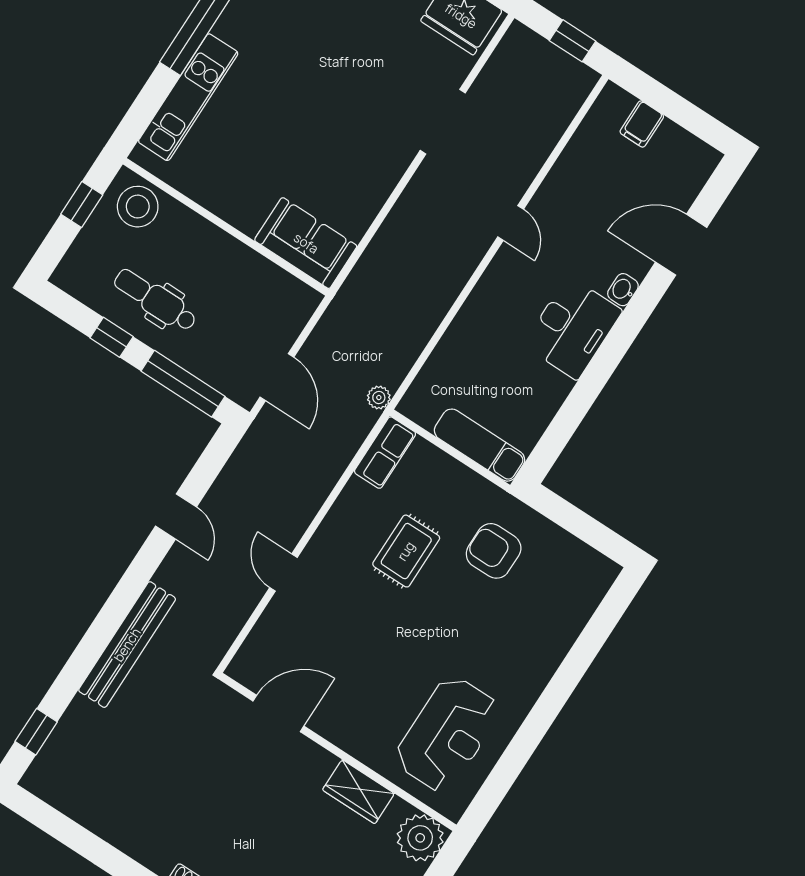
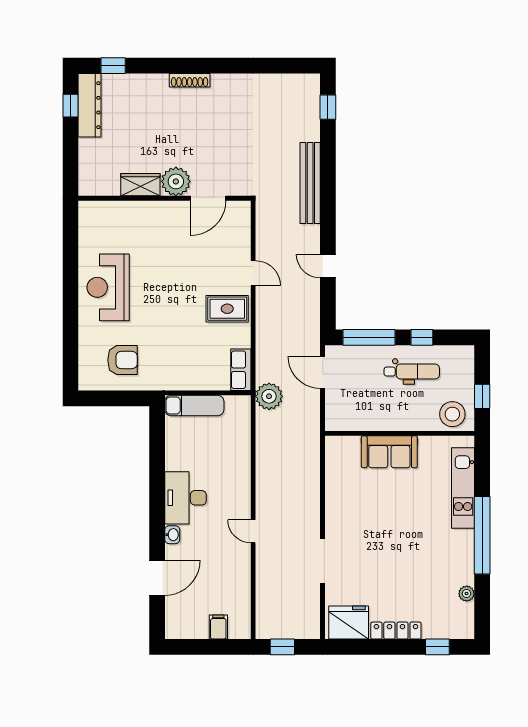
sofa: (306, 243) -> (389, 452), moved
plant: (379, 397) -> (269, 396), width x1.88, depth x1.88
rug: (406, 551) -> (227, 309), moved, turned 90
armchair: (494, 551) -> (122, 360), moved
reception desk: (447, 734) -> (108, 287), moved
plant: (420, 838) -> (176, 181), moved

